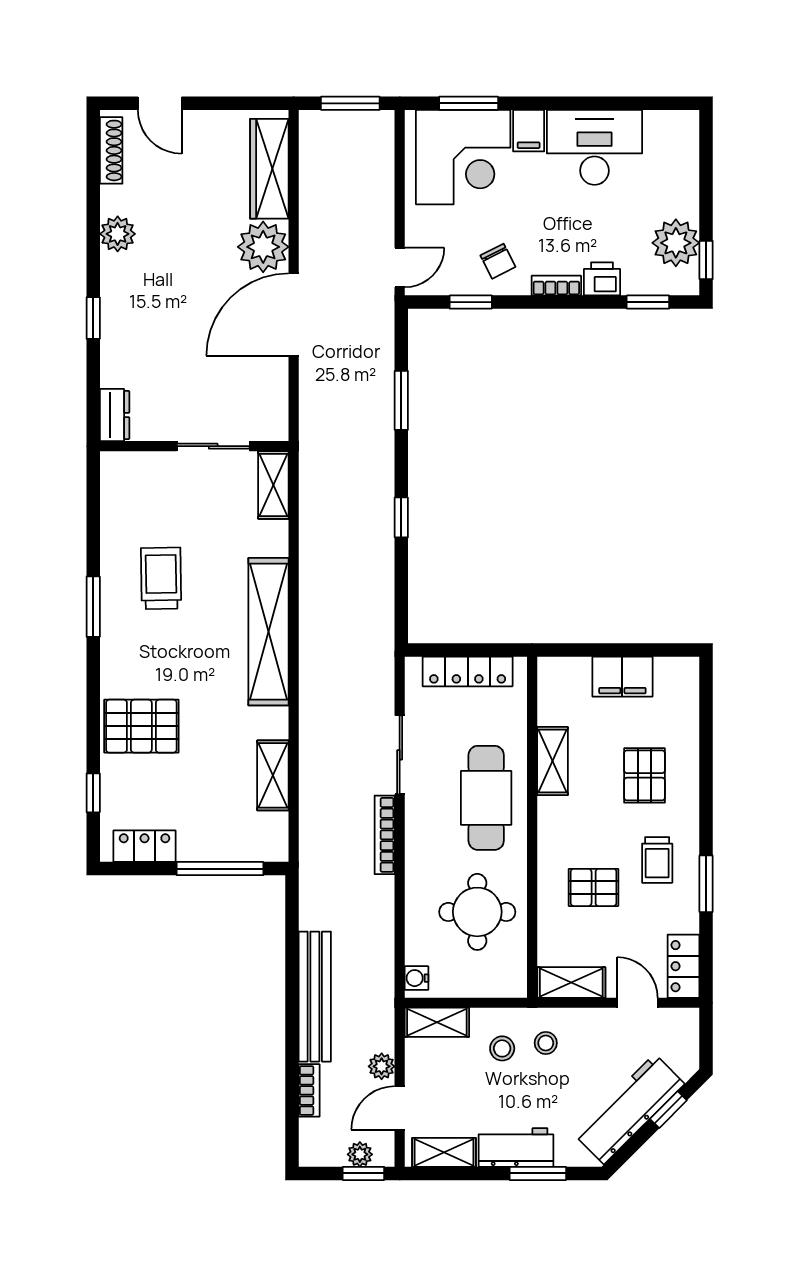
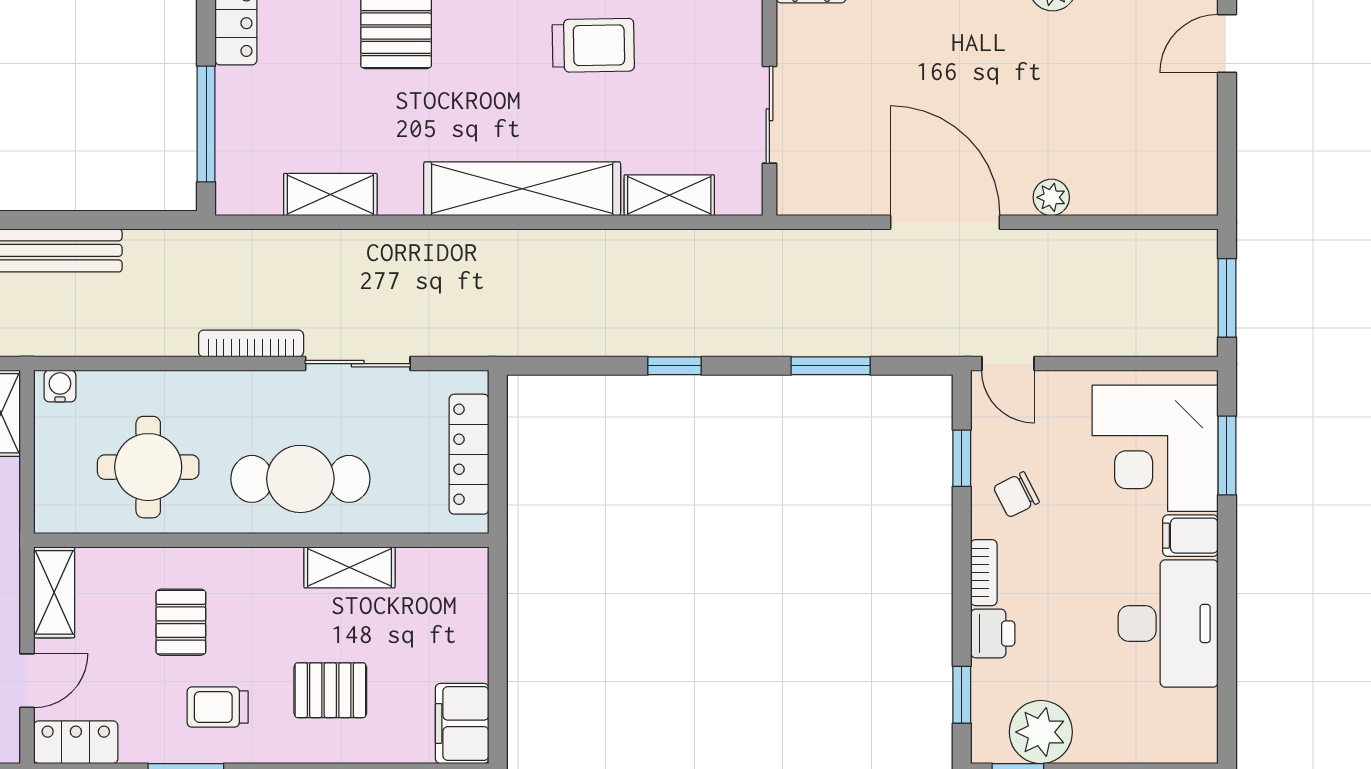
wardrobe: (269, 169) -> (1140, 190), removed
plant: (263, 247) -> (1051, 197), width x0.53, depth x0.53
shelving: (273, 485) -> (669, 195), moved
filing cabinet: (622, 677) -> (462, 723), moved

